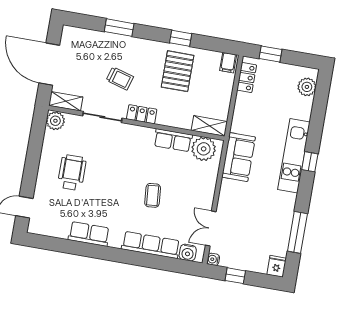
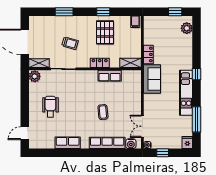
window: (271, 54) -> (175, 12), moved
locker: (247, 78) -> (148, 54), moved
locker: (142, 114) -> (100, 63), moved
plant: (204, 149) -> (129, 78), removed
kitchen unit: (294, 156) -> (186, 93), moved

